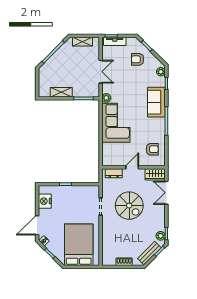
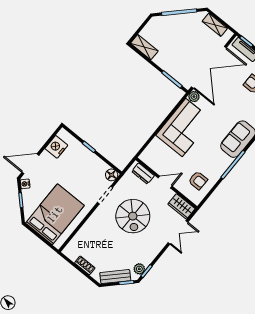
double door: (101, 72) -> (209, 67), width x1.87
shelving: (61, 92) -> (144, 47), moved
floor lamp: (94, 190) -> (112, 175), added
double door: (166, 193) -> (178, 232), swing flipped

